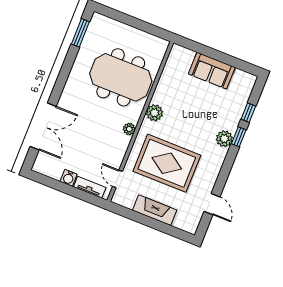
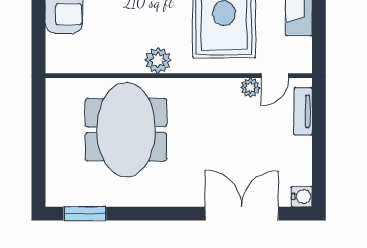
plant: (129, 129) -> (250, 88), moved
water cooler: (69, 178) -> (302, 197), moved

